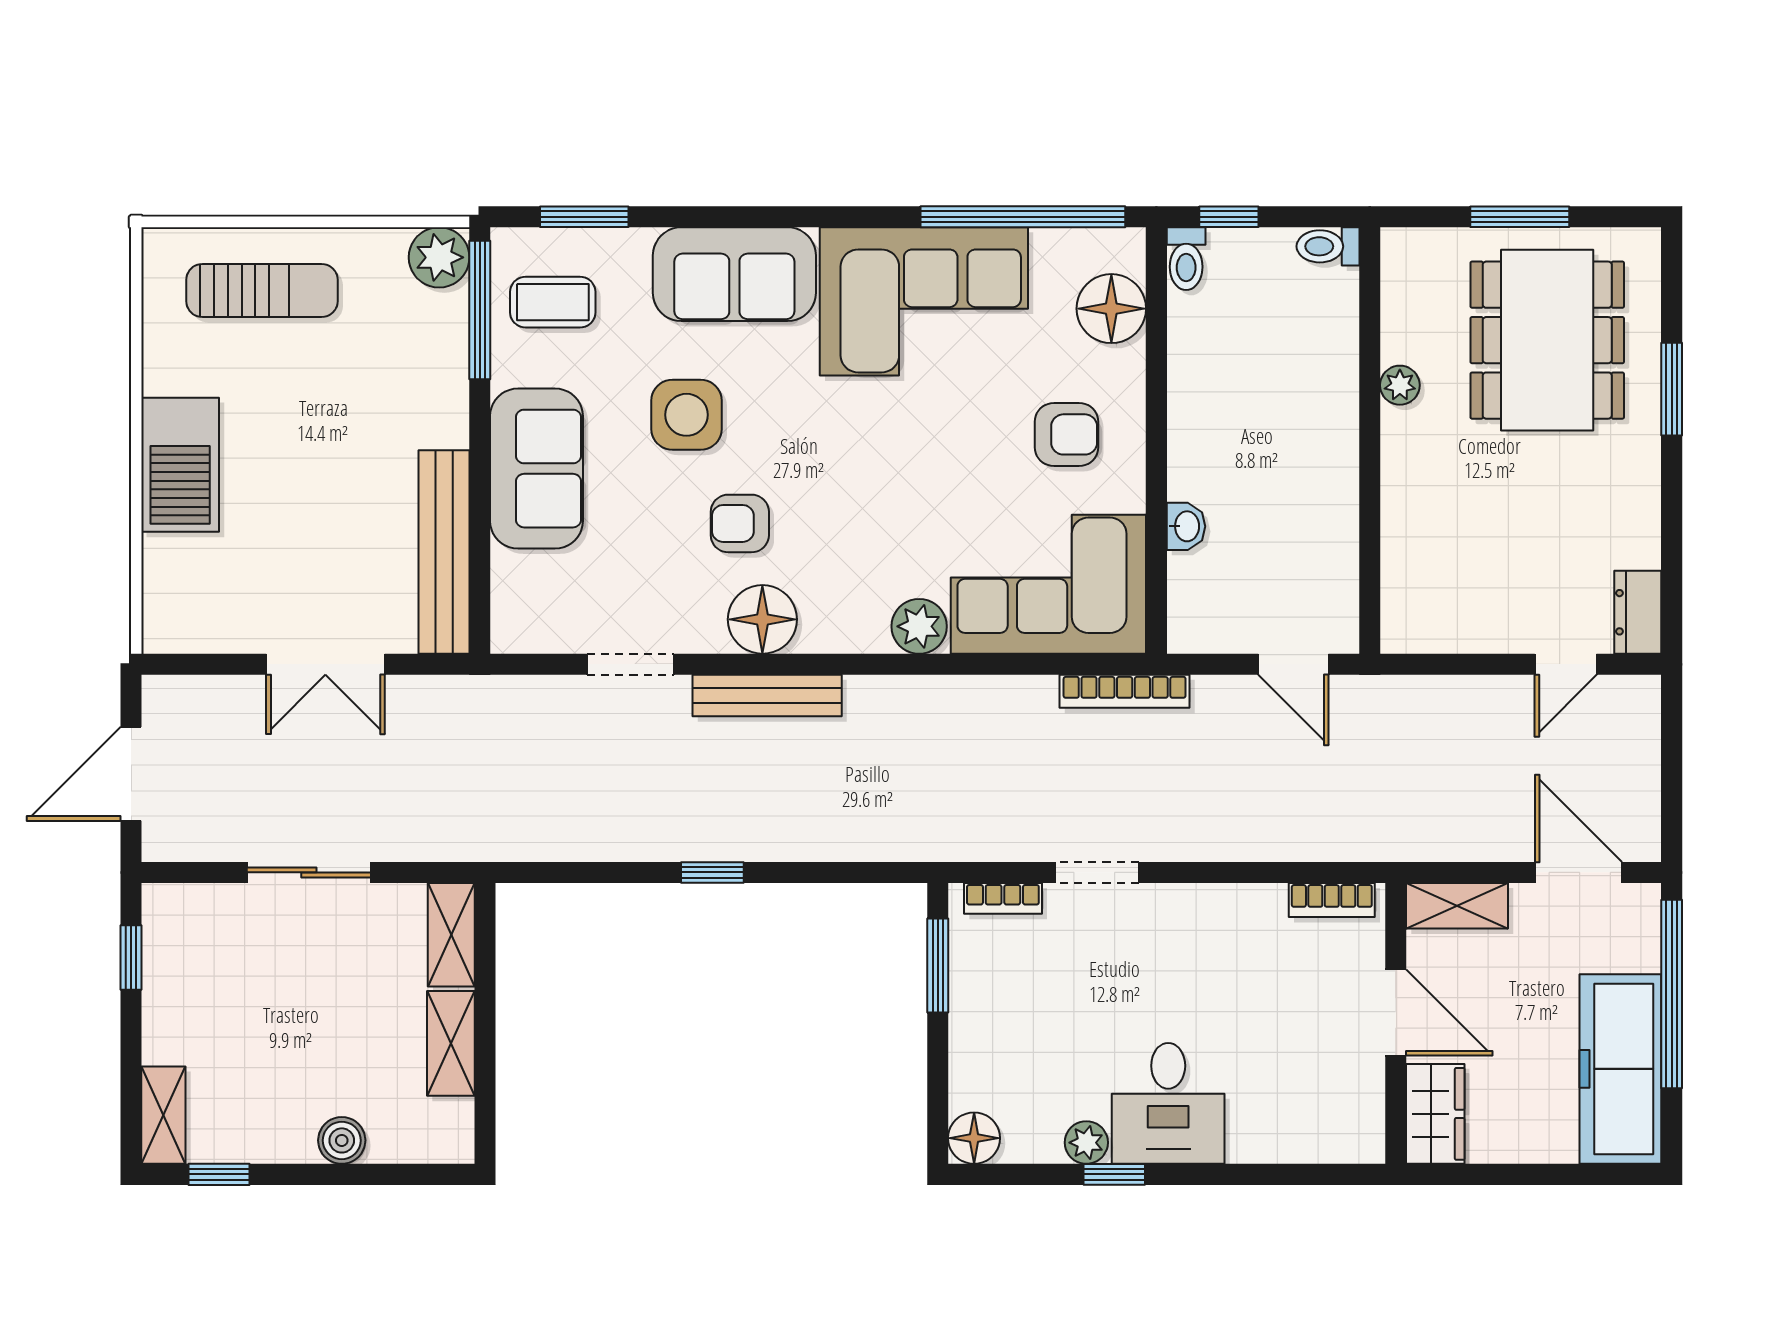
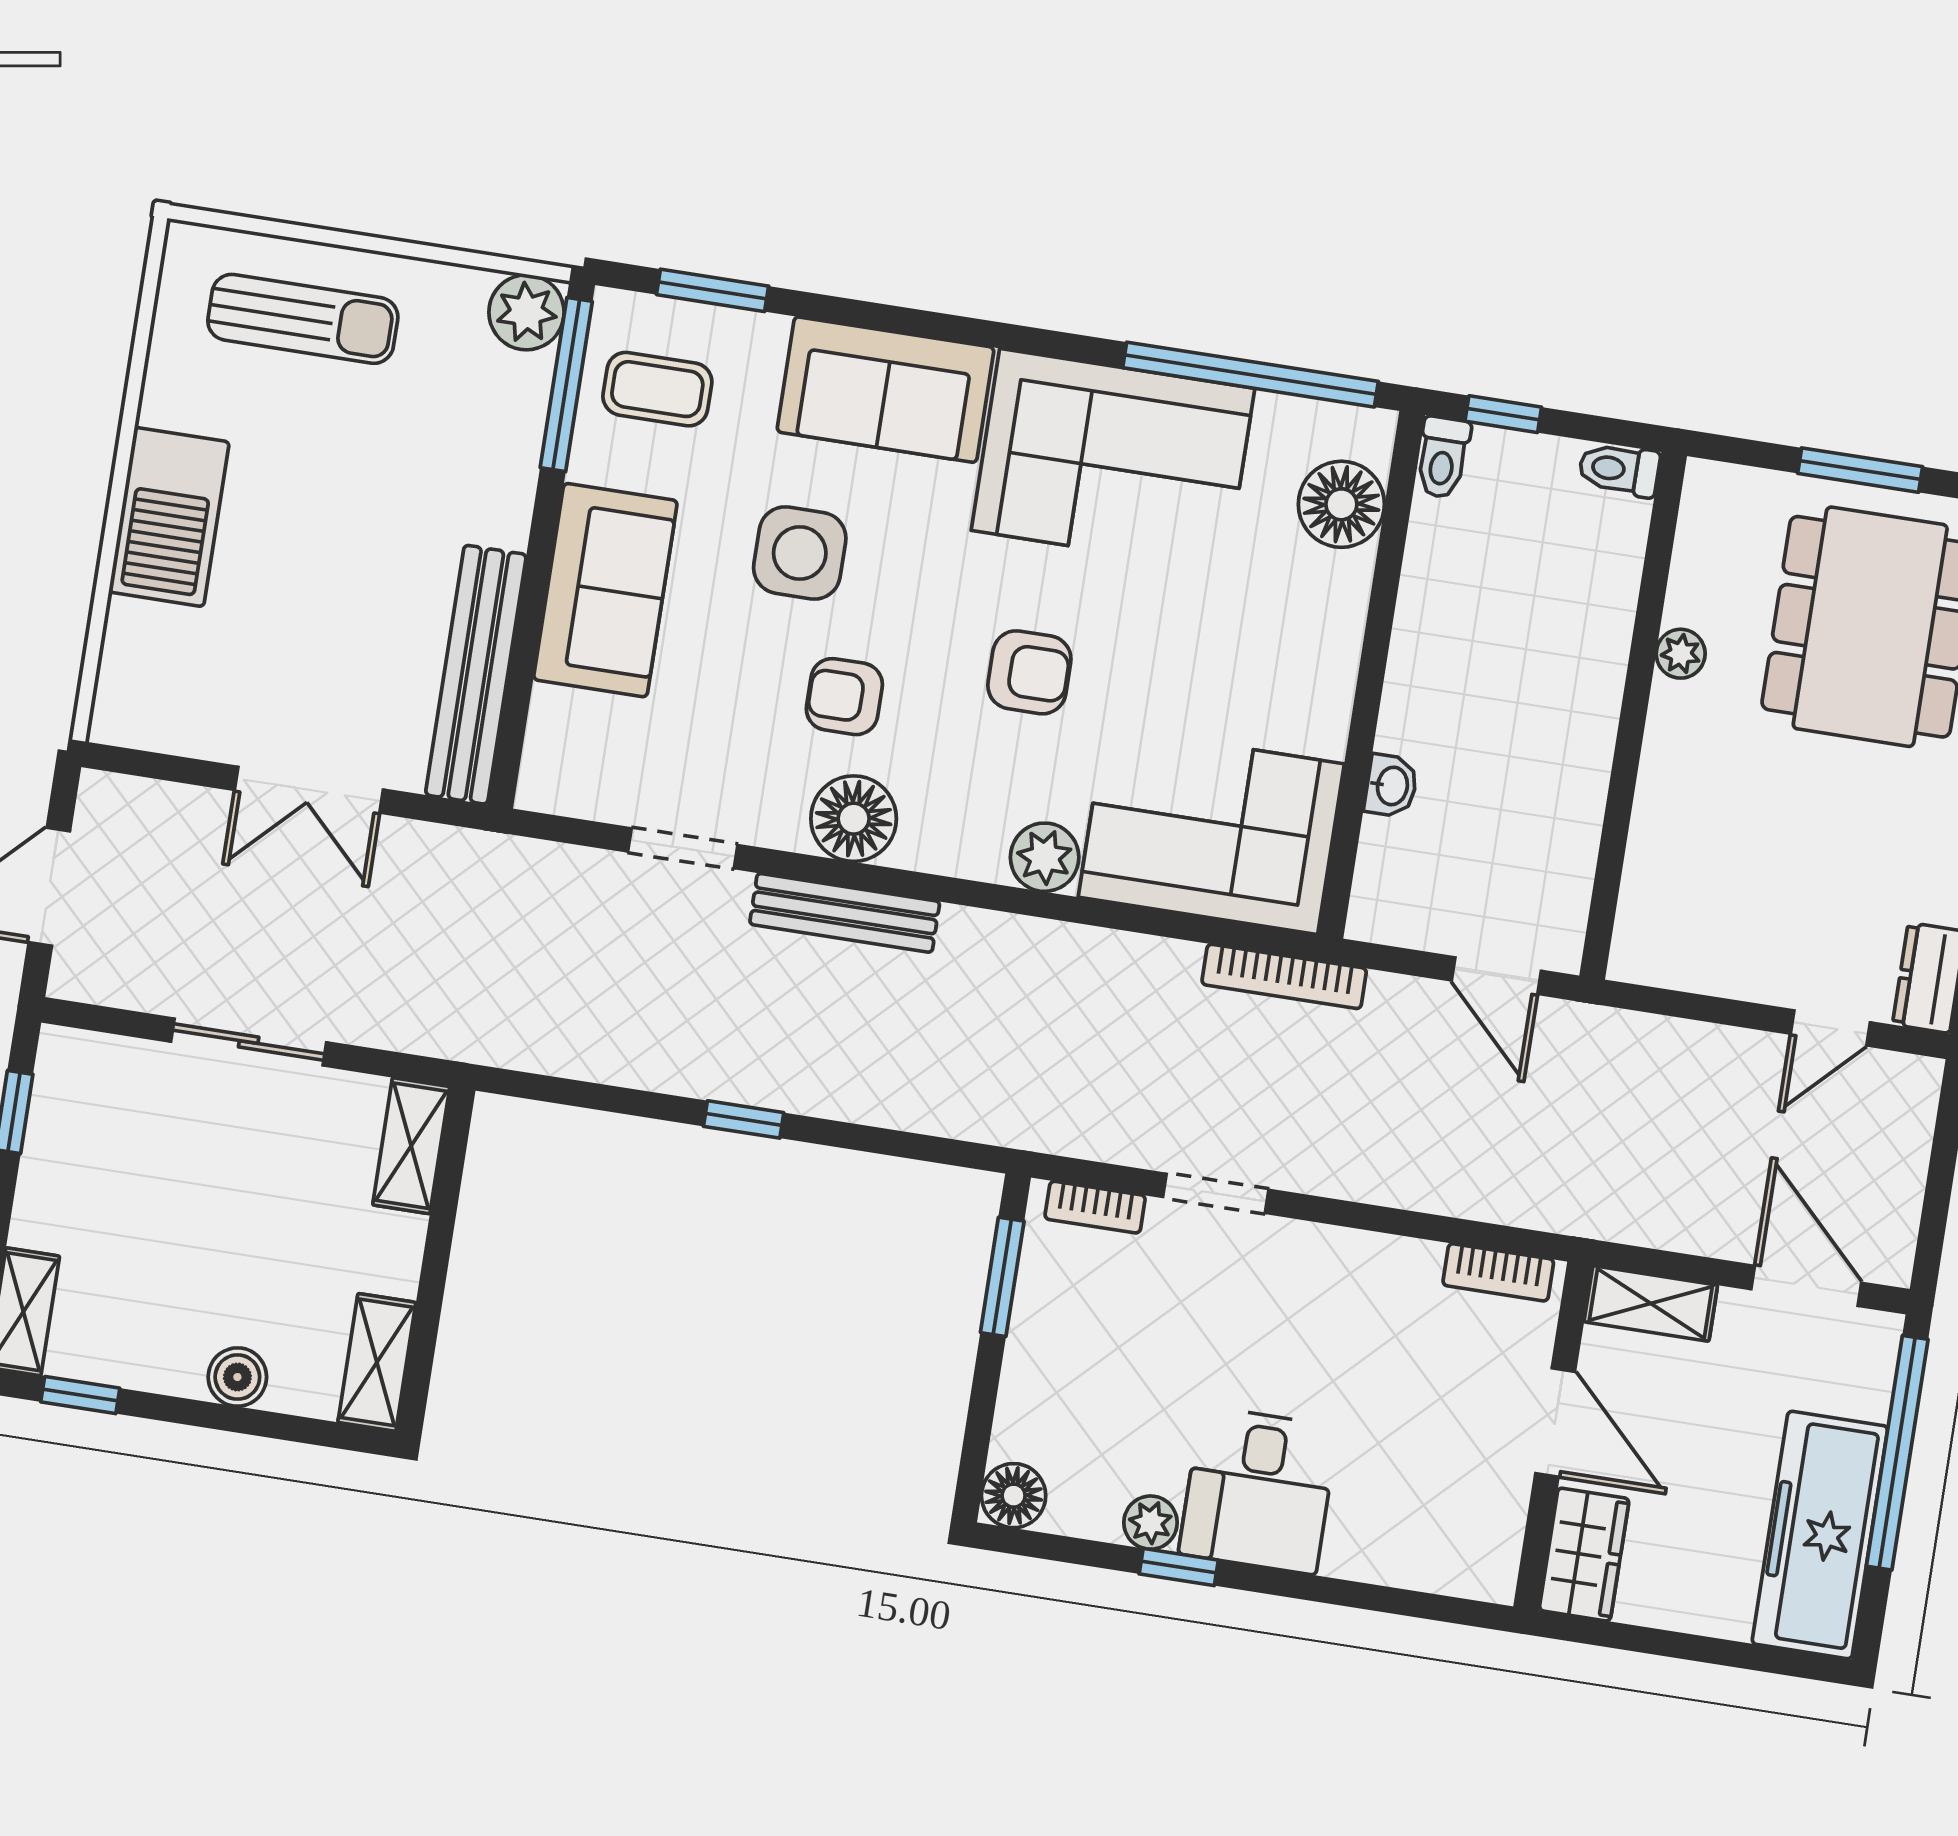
armchair: (1067, 434) -> (1029, 672), moved
shelving: (451, 1043) -> (377, 1362), moved

